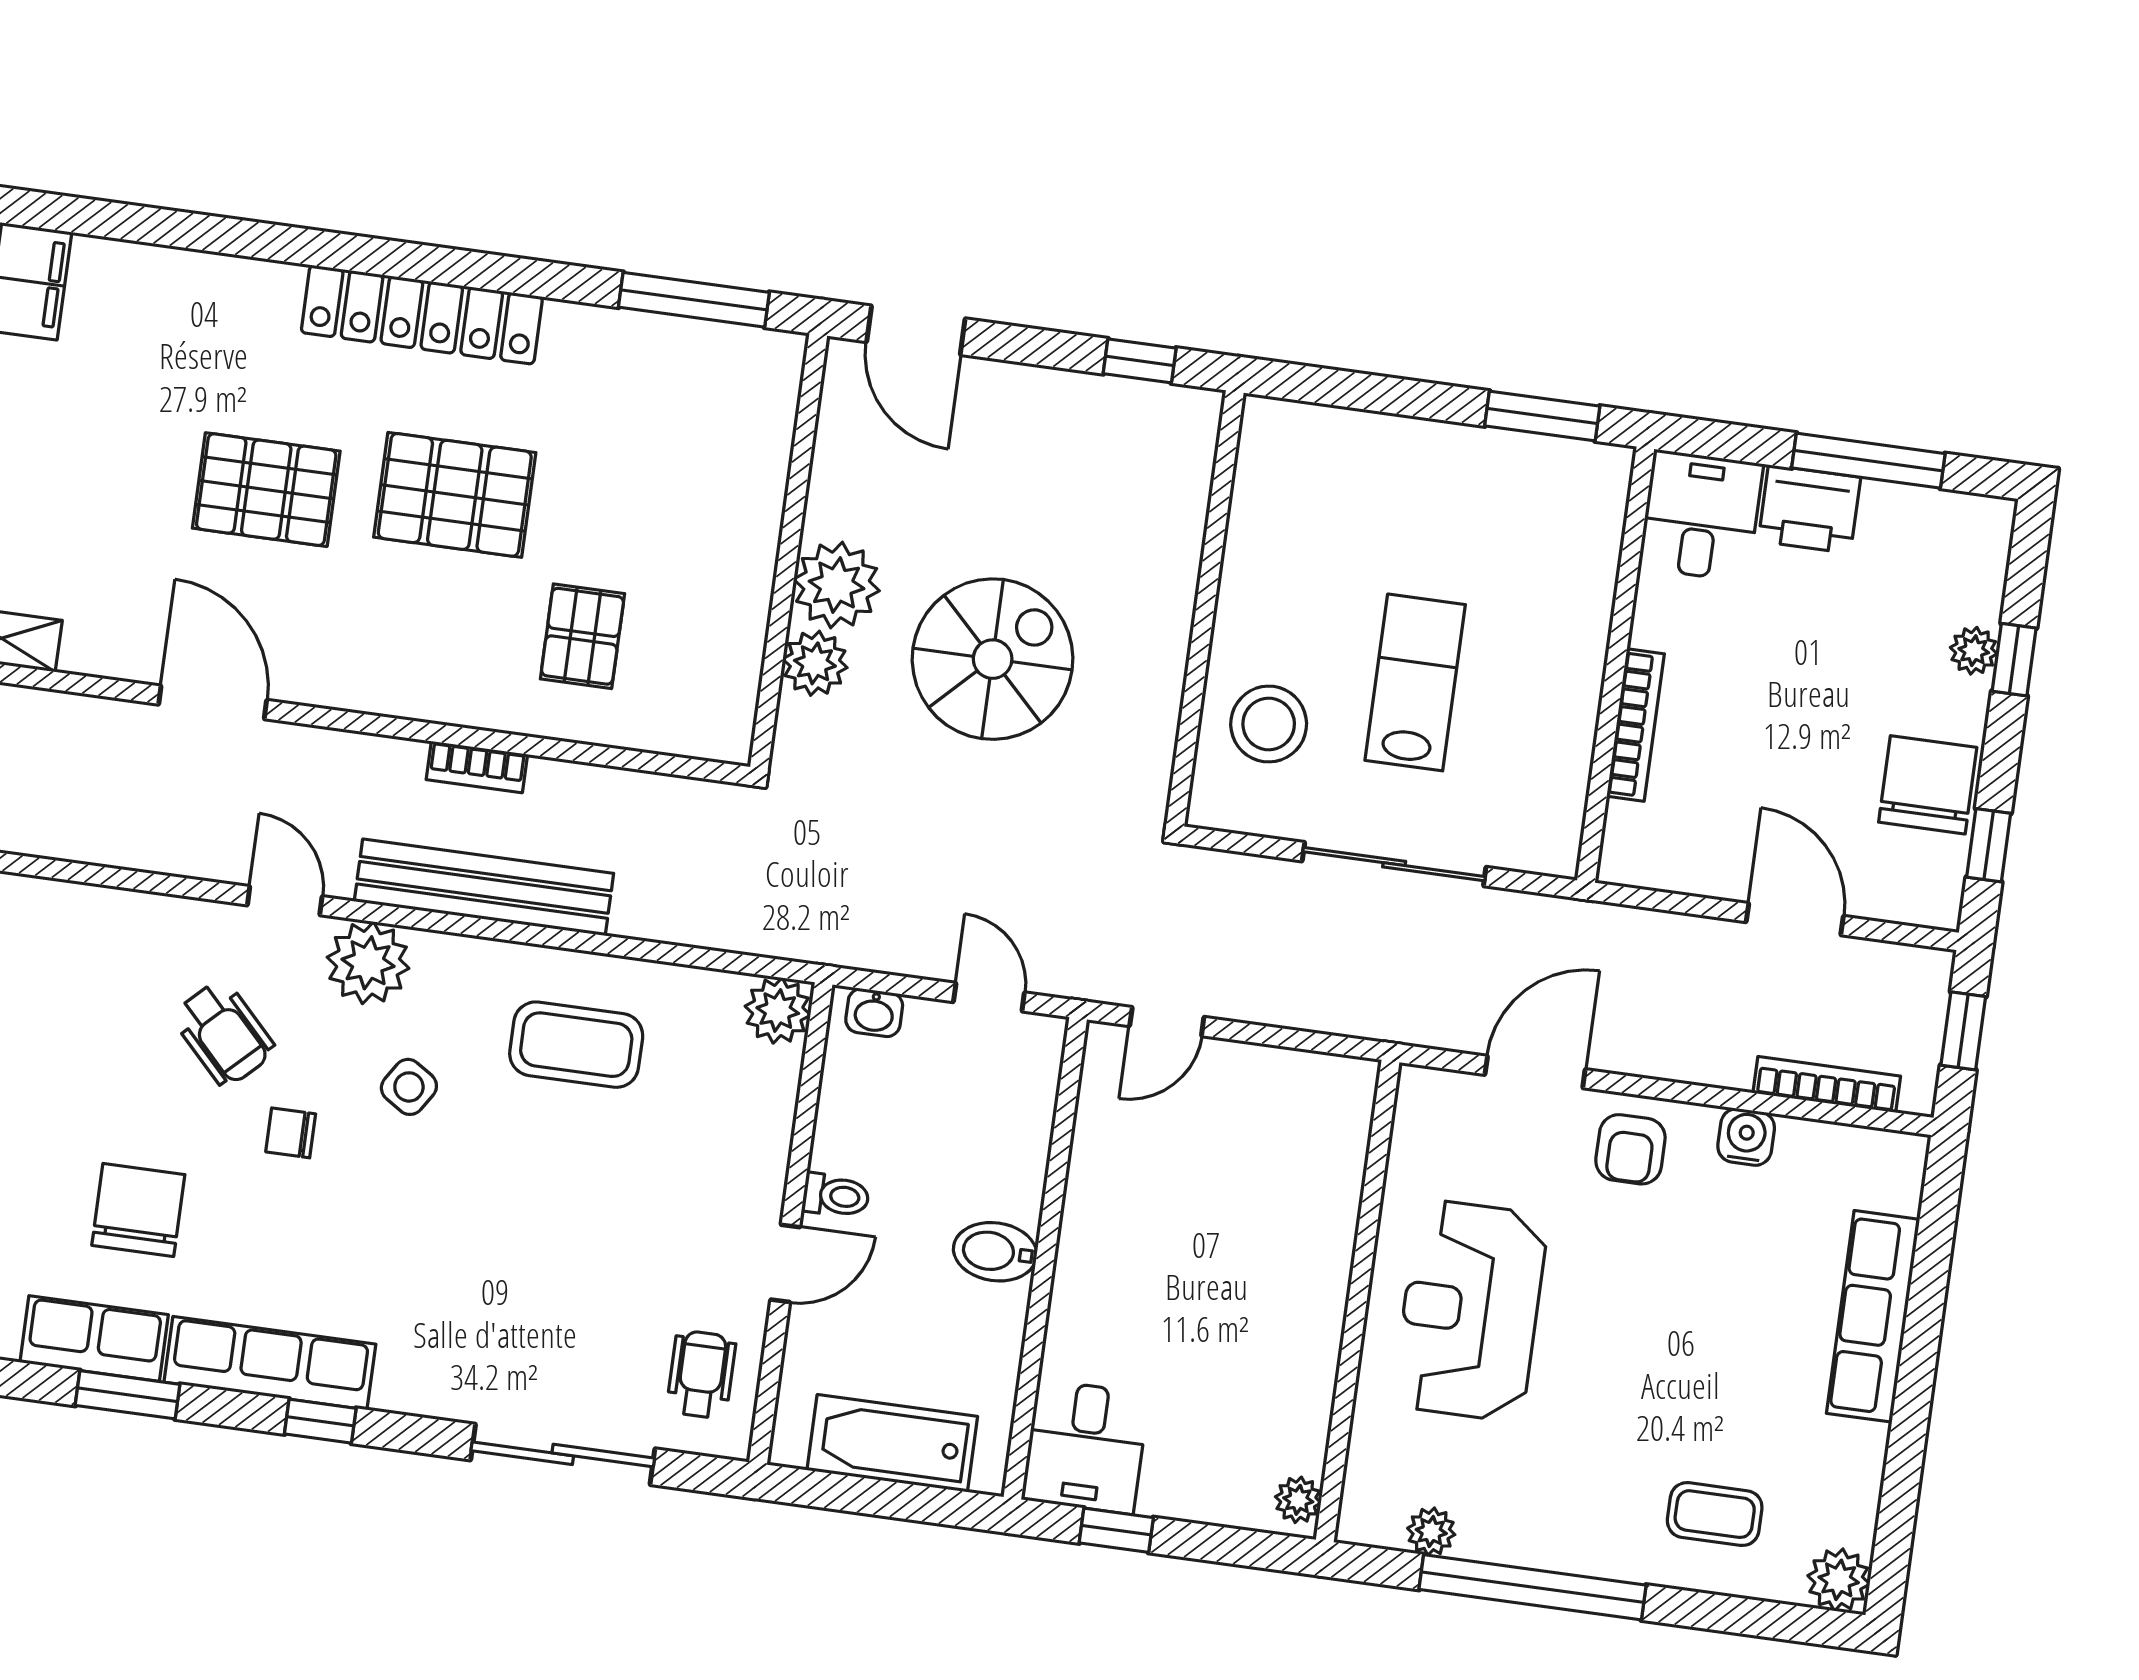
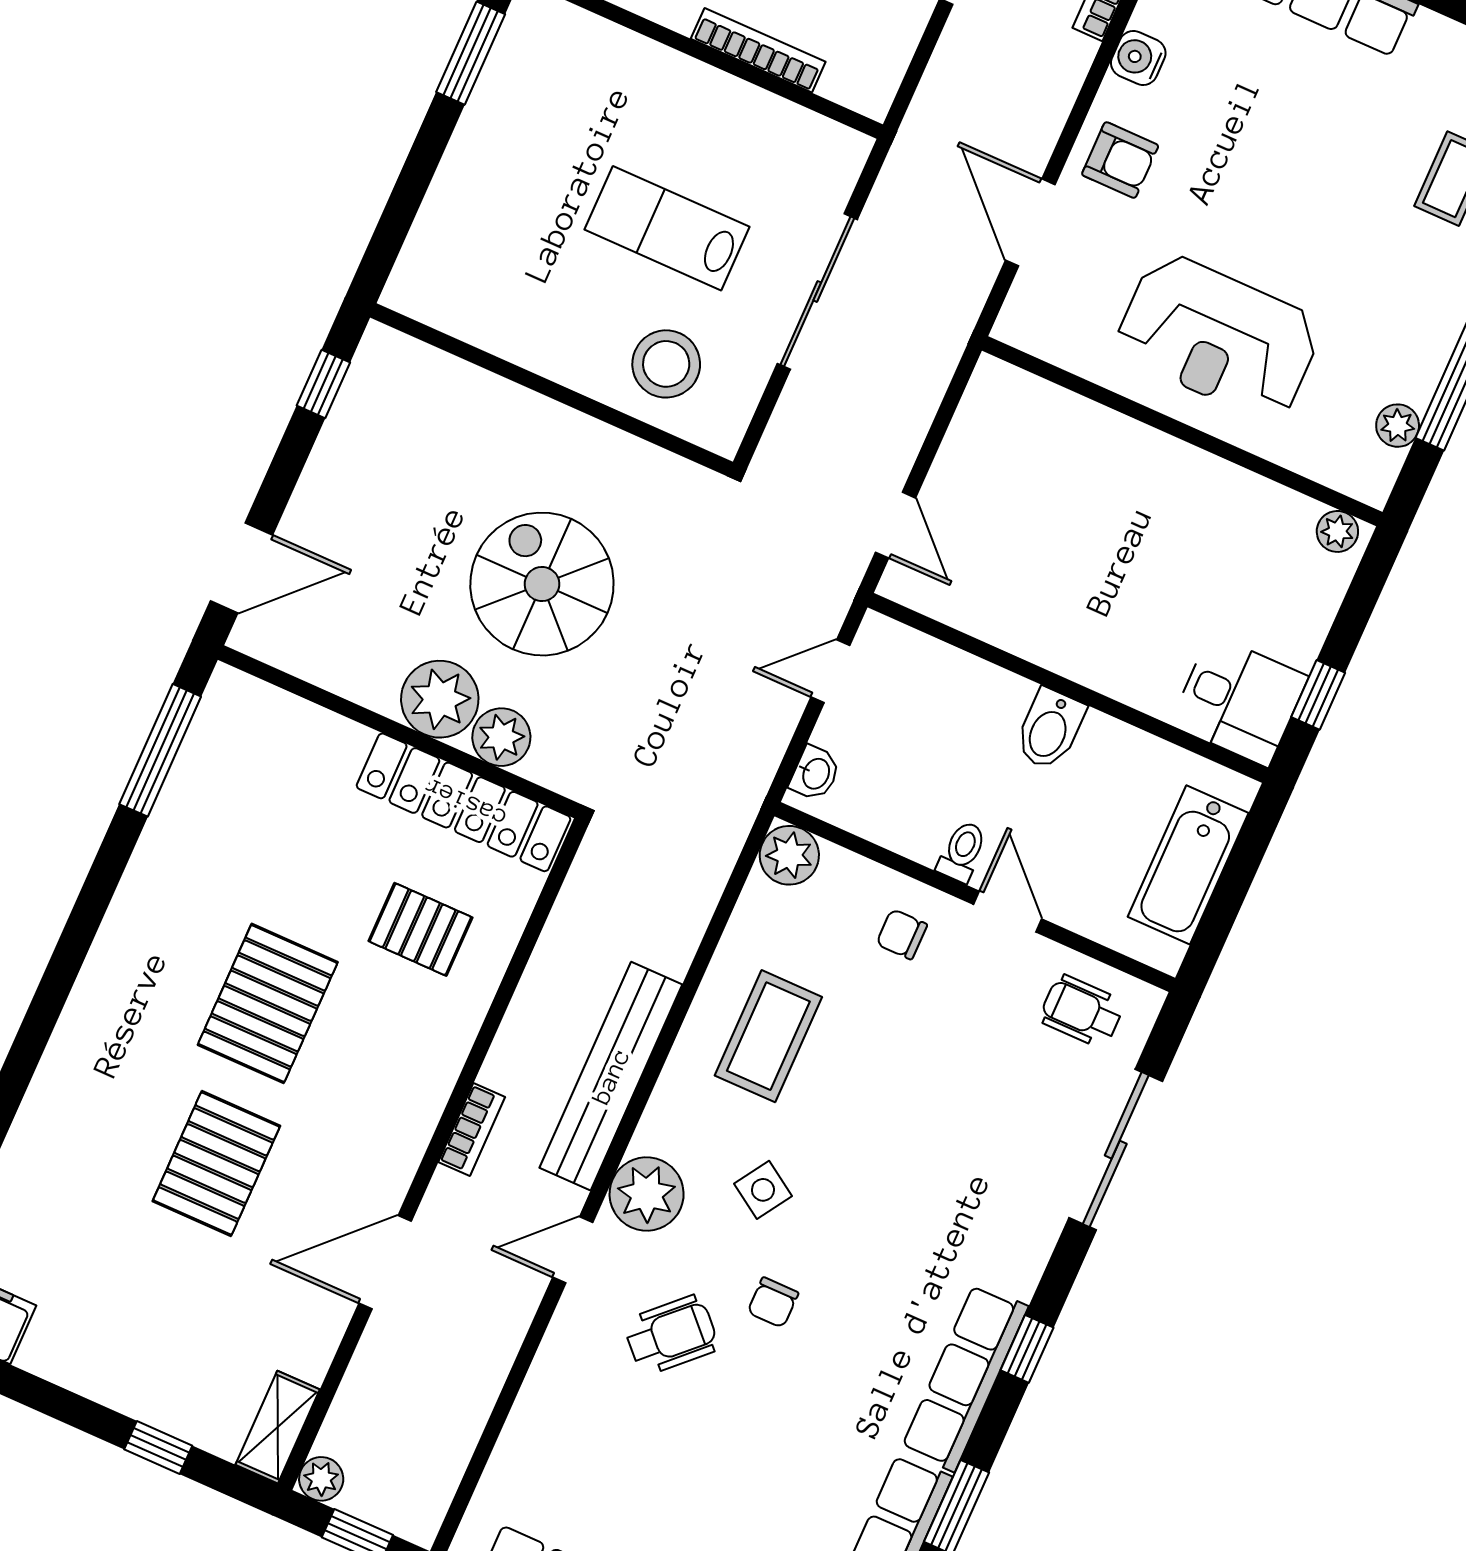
locker: (422, 315) -> (464, 802), moved, turned 90
bookcase: (477, 767) -> (472, 1129), moved
chair: (138, 1210) -> (902, 934), moved, width x0.54, depth x0.54

